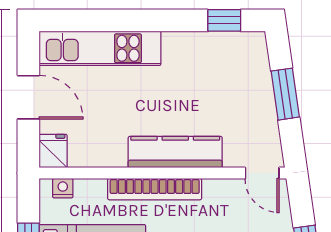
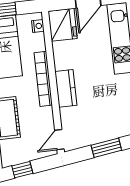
fridge: (53, 151) -> (63, 25), width x1.88, depth x1.34
kitchen counter: (175, 152) -> (66, 88), width x0.67

